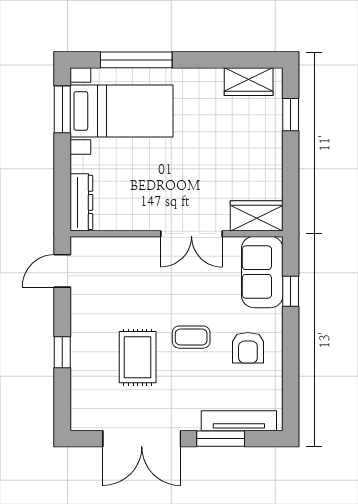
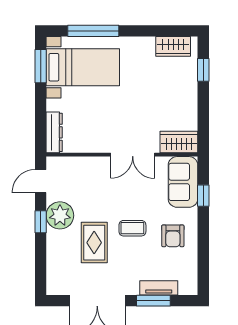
plant: (89, 319) -> (60, 215), added
window: (62, 352) -> (41, 222), moved
tv unit: (239, 421) -> (159, 288), width x0.71

